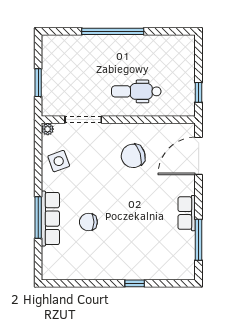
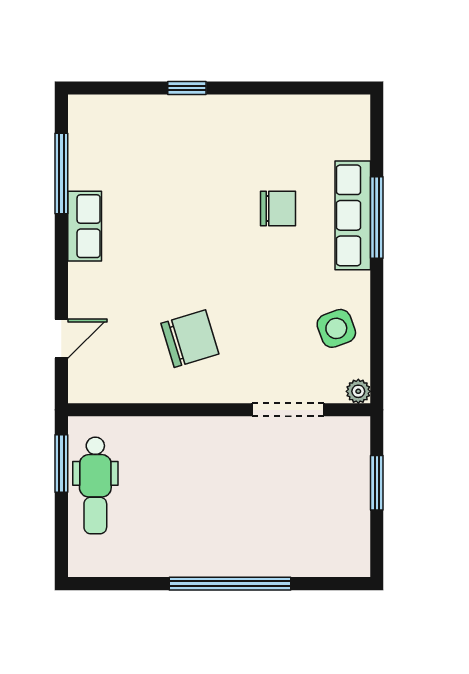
dental chair: (136, 91) -> (95, 485), moved, turned 90
window: (199, 92) -> (61, 464), width x1.50
door: (199, 156) -> (61, 339), width x0.53

